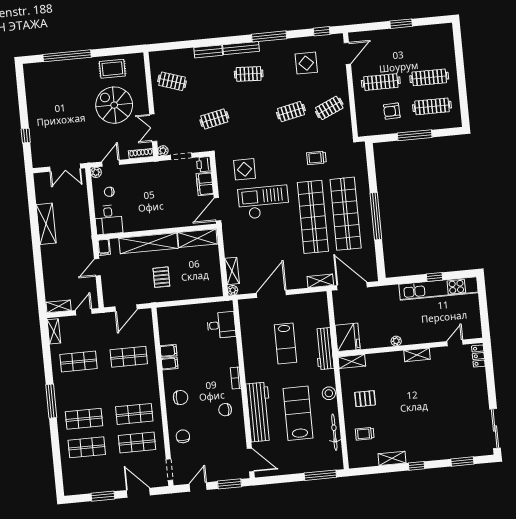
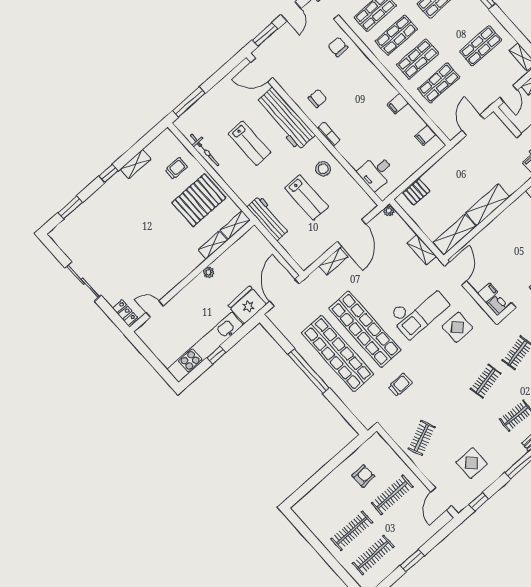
clothes rail: (432, 106) -> (373, 555), moved
clothes rail: (291, 112) -> (486, 381), moved
window: (415, 135) -> (327, 469), removed
filing cabinet: (205, 184) -> (488, 293), width x0.50
shelving: (148, 243) -> (488, 205), width x0.68
shelving: (232, 271) -> (422, 250), moved
pallet: (161, 277) -> (416, 192), moved, turned 90
shelving: (320, 281) -> (333, 261), moved
door: (352, 286) -> (284, 293), swing flipped
fridge: (348, 337) -> (247, 305), moved, turned 90
lab bench: (285, 343) -> (307, 198), turned 180
door: (455, 343) -> (155, 309), swing flipped
filing cabinet: (168, 351) -> (425, 135), moved
shelving: (417, 355) -> (213, 245), moved
shop shelf: (131, 385) -> (418, 59), added
stool: (329, 393) -> (323, 169), moved
chair: (181, 397) -> (365, 80), removed
pallet: (365, 399) -> (199, 200), width x2.05, depth x2.00
lab bench: (298, 413) -> (250, 143), width x0.73, depth x0.72
sliding door: (495, 428) -> (83, 282), moved
chair: (183, 436) -> (338, 47), turned 180

